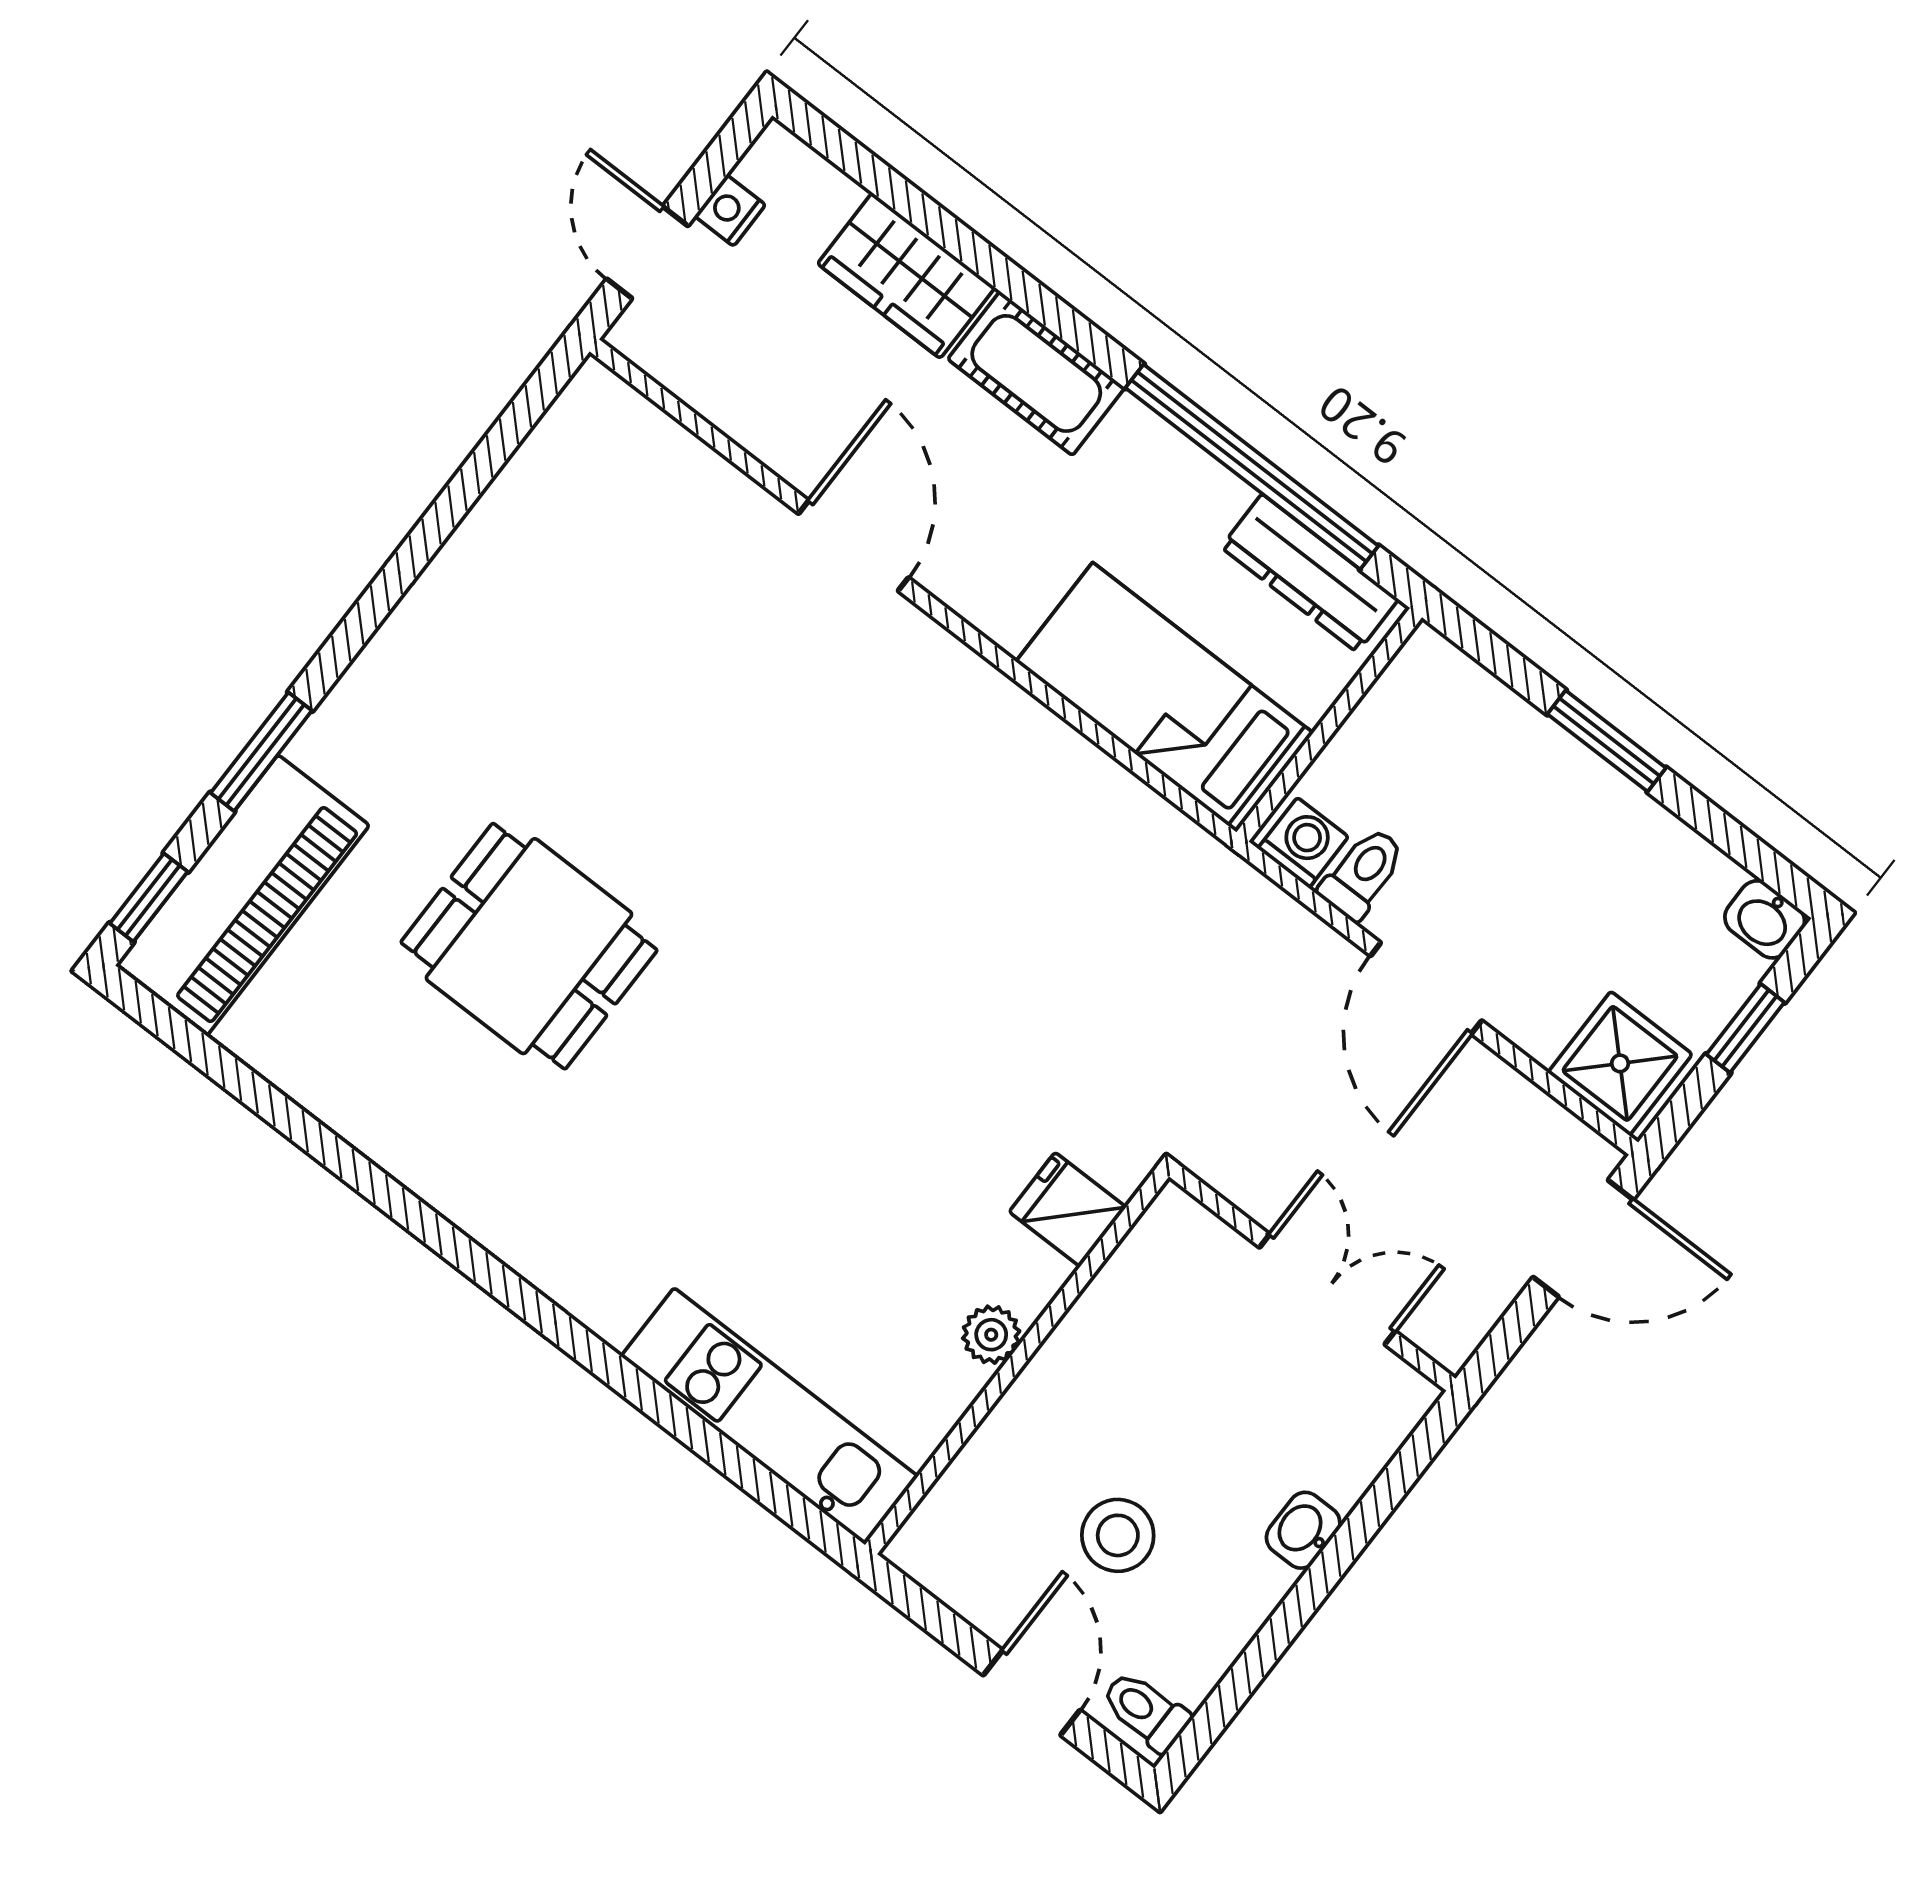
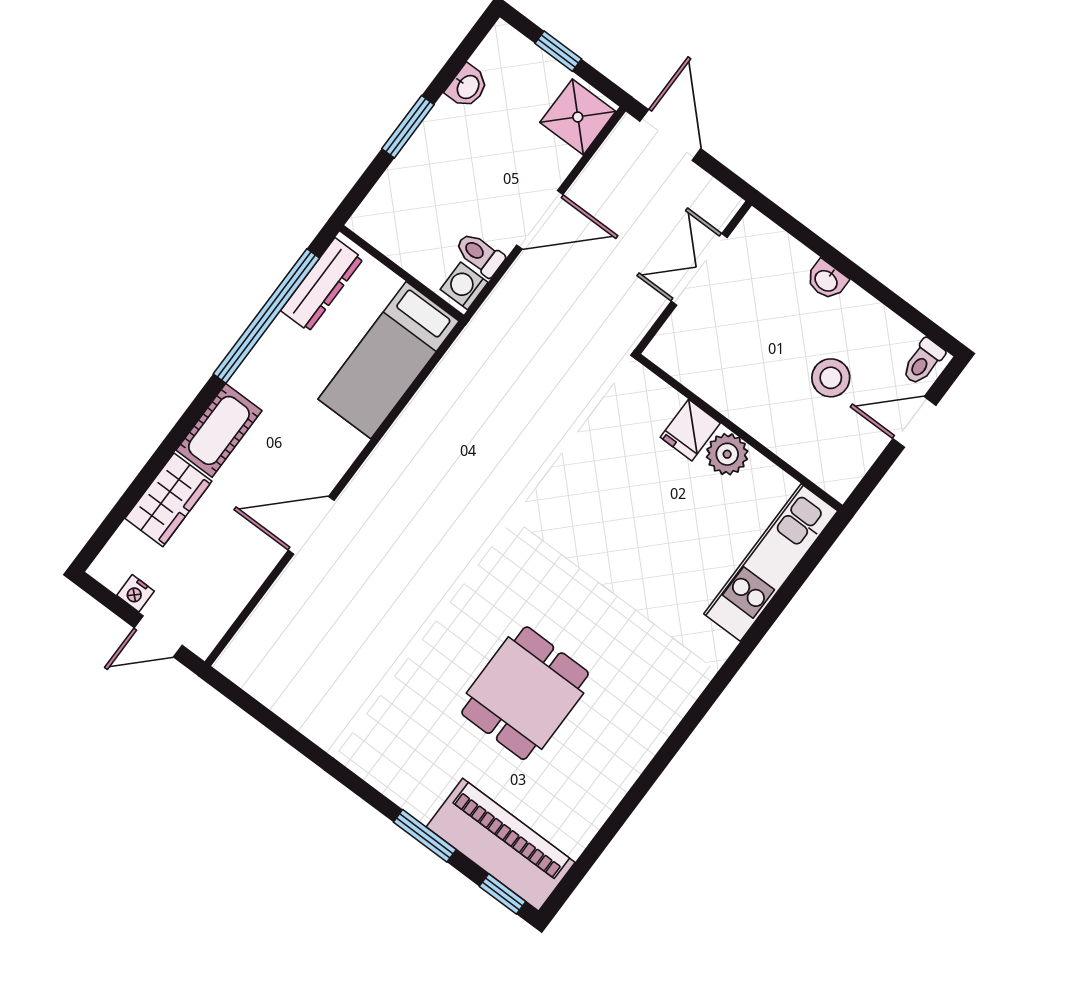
washbasin: (1765, 919) -> (467, 86), moved
fridge: (1068, 1209) -> (690, 430), moved
plant: (991, 1335) -> (727, 454), width x1.38, depth x1.38

